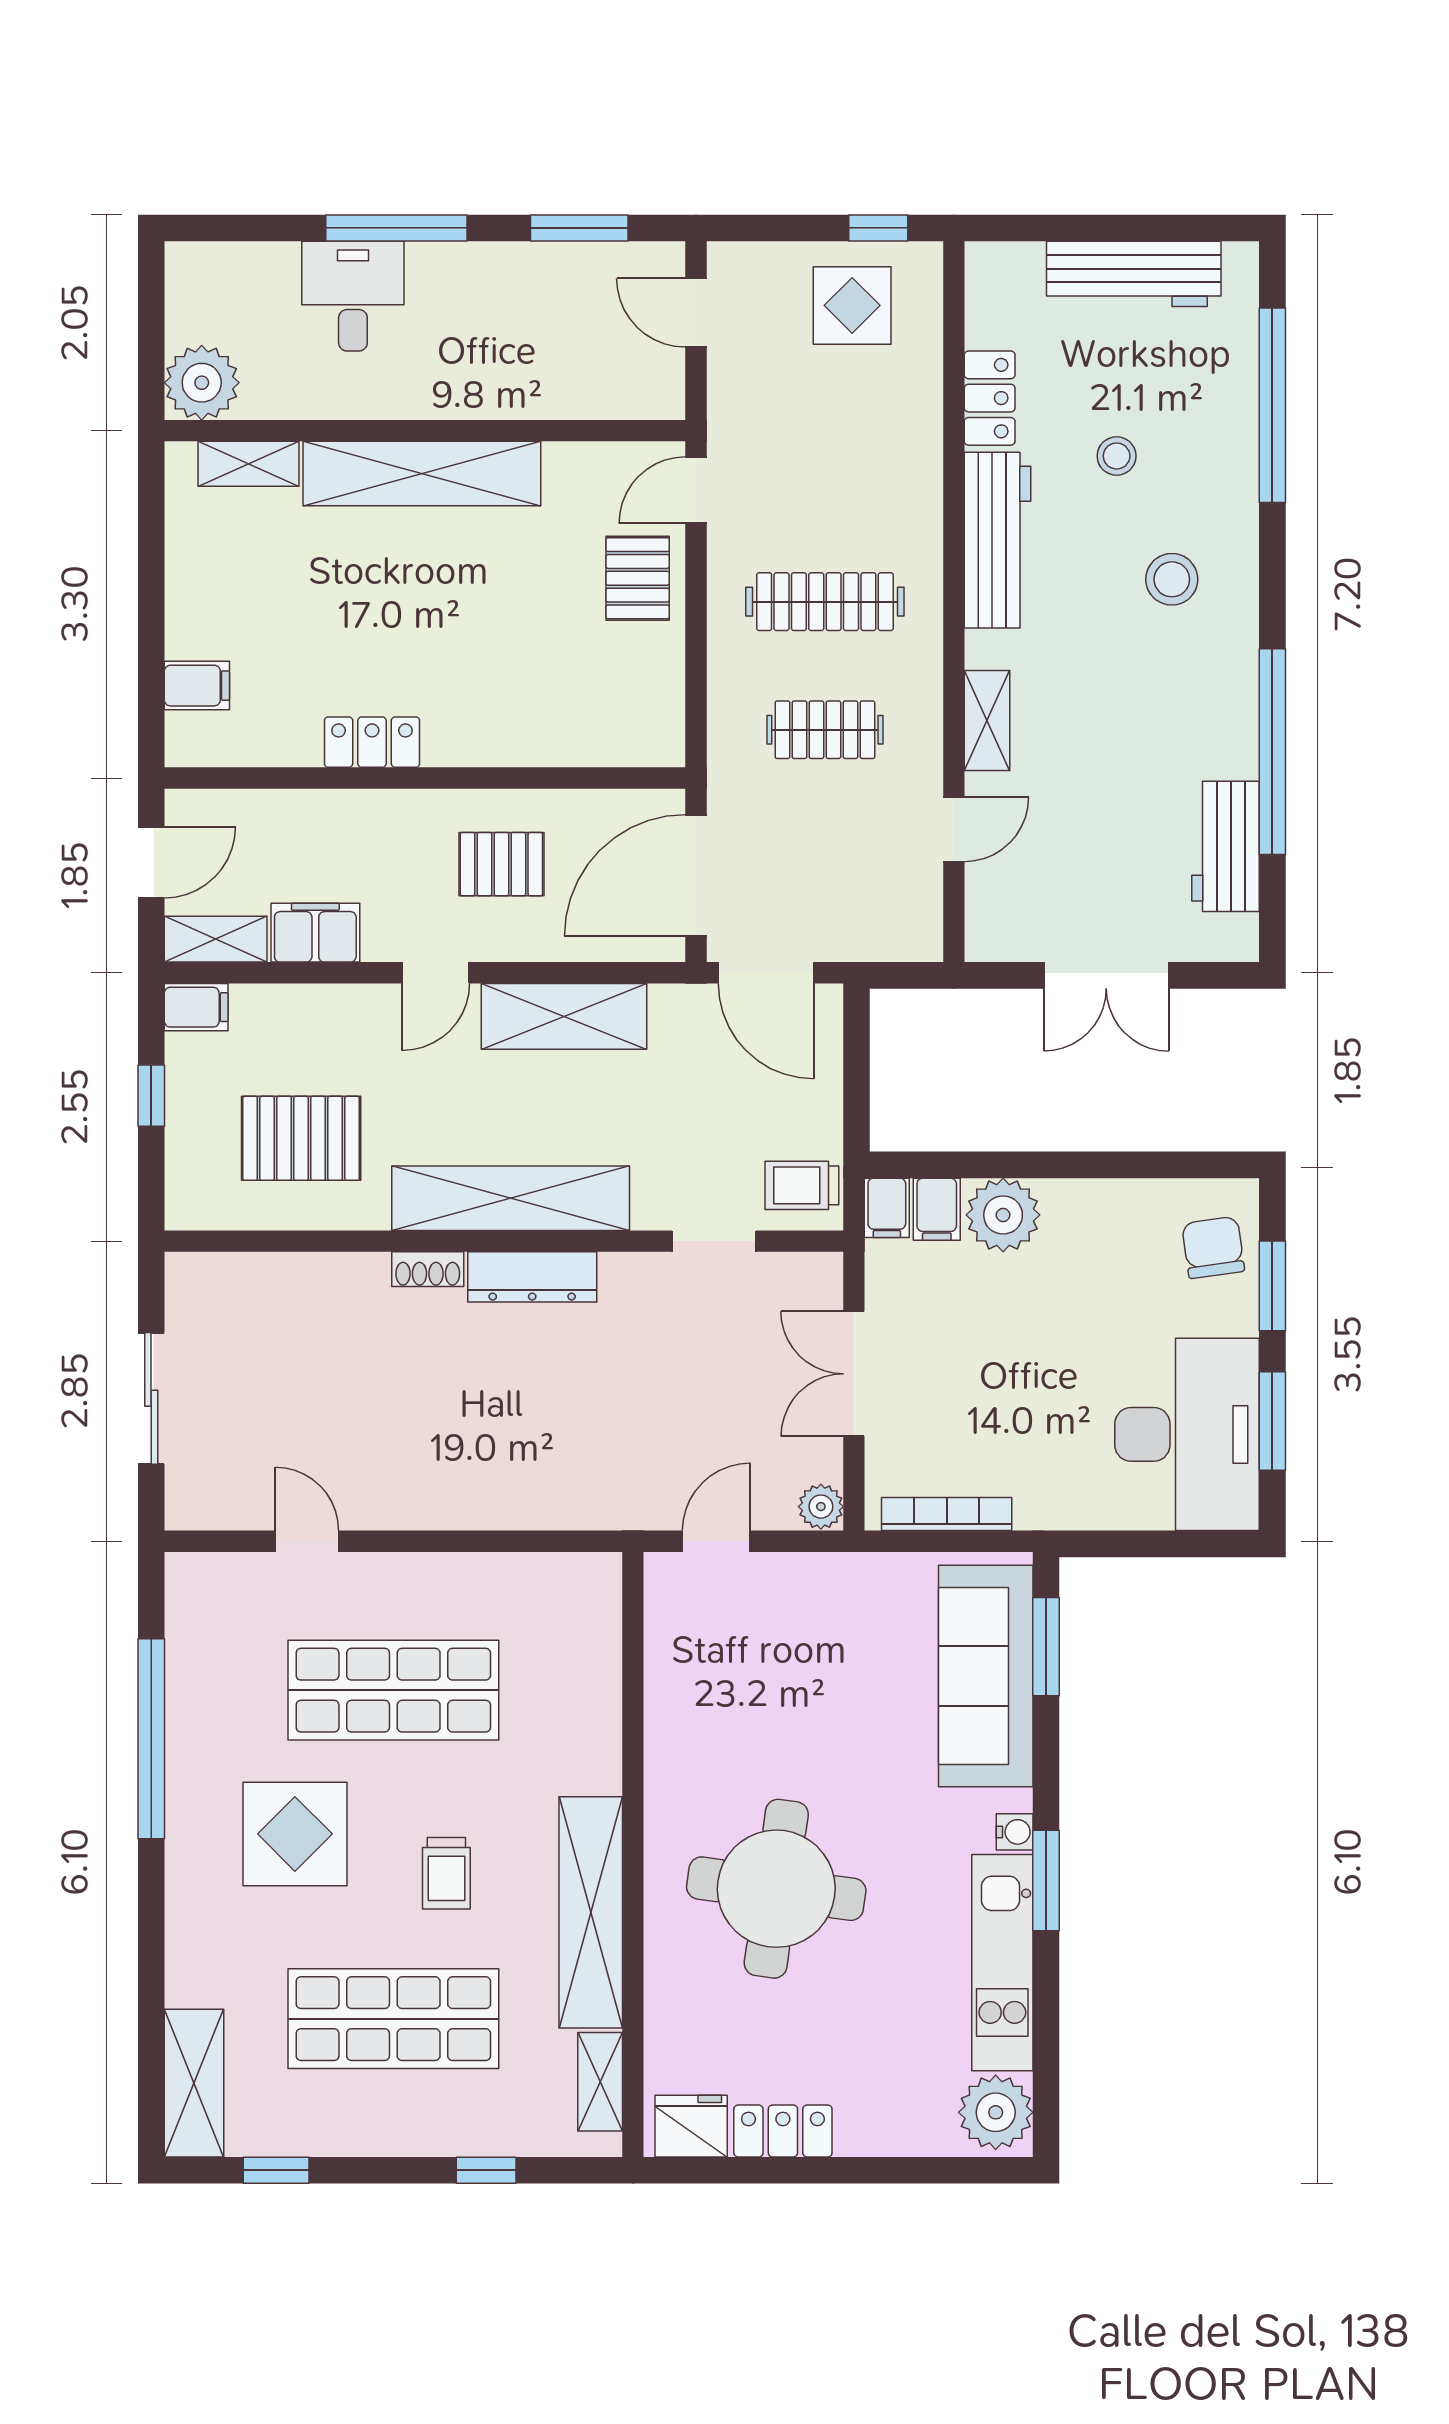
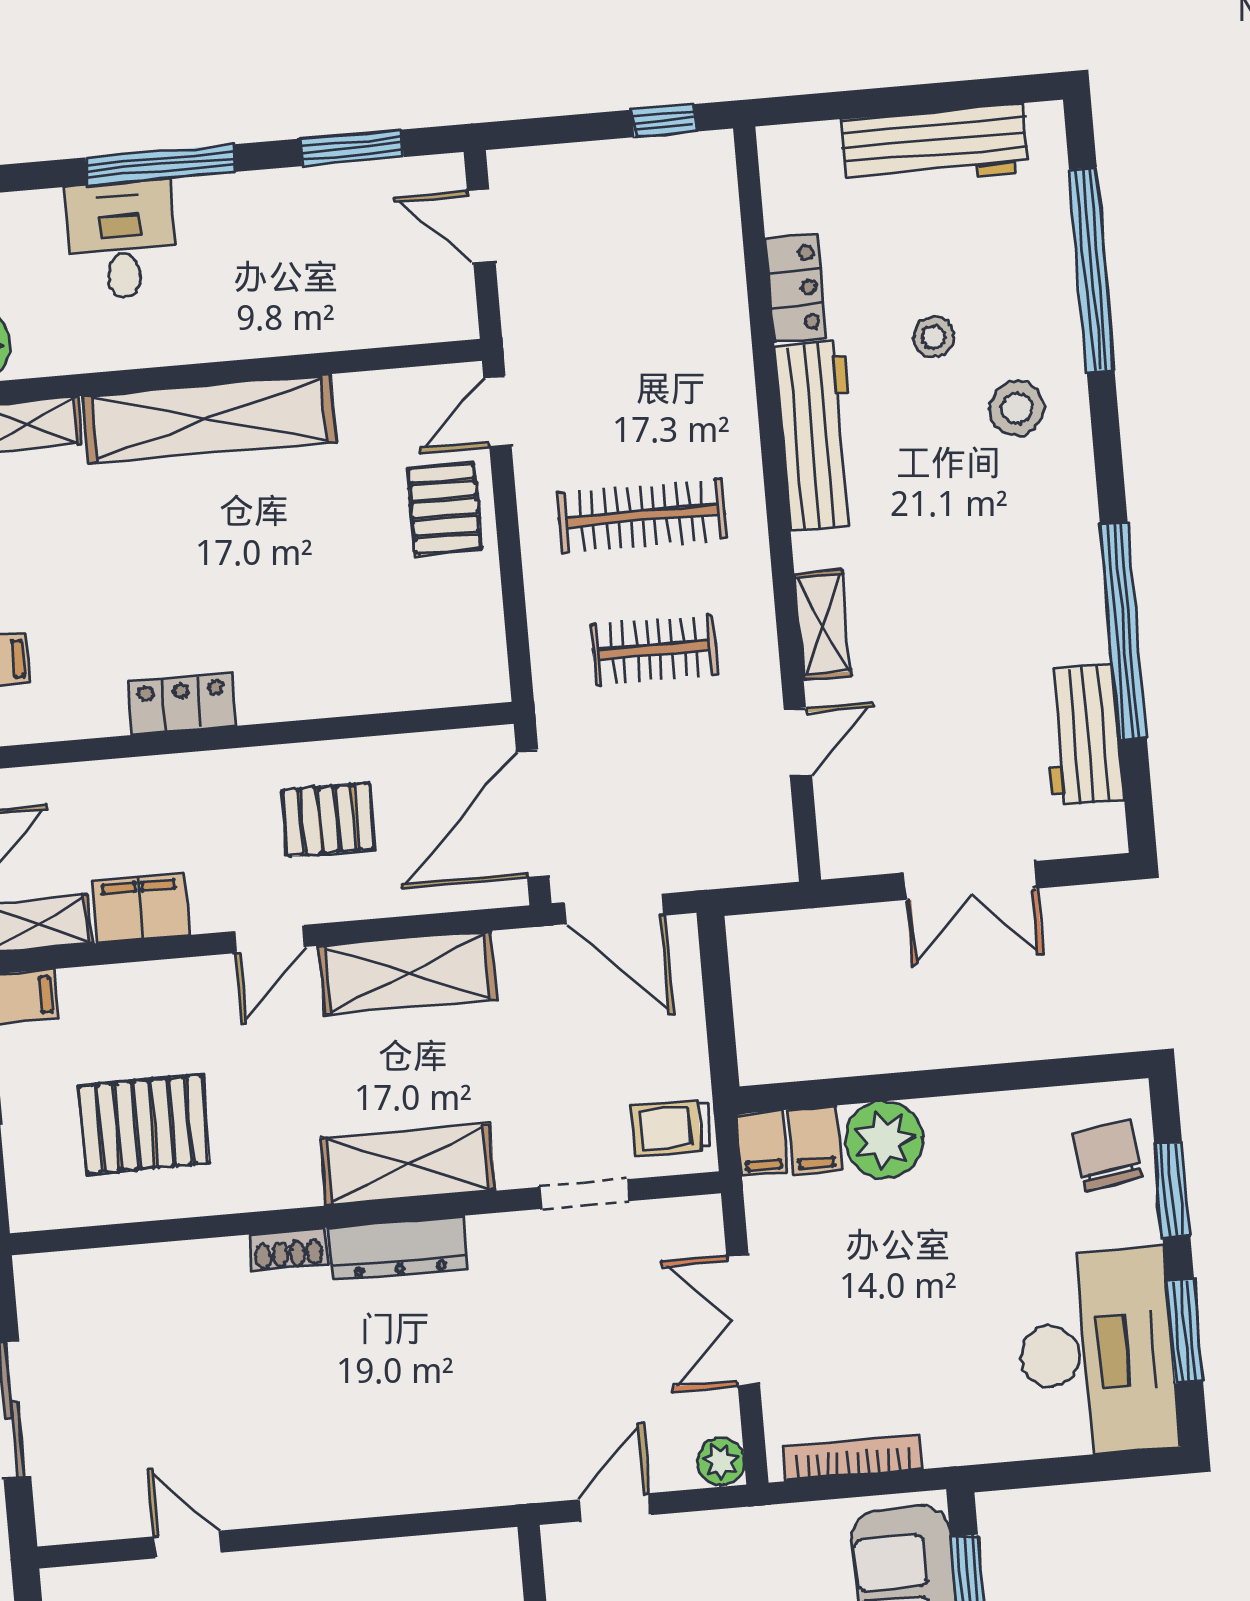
display table: (852, 305) -> (644, 204), removed
stool: (1172, 579) -> (1017, 408), moved
shelving: (511, 1198) -> (408, 1164), width x0.68

